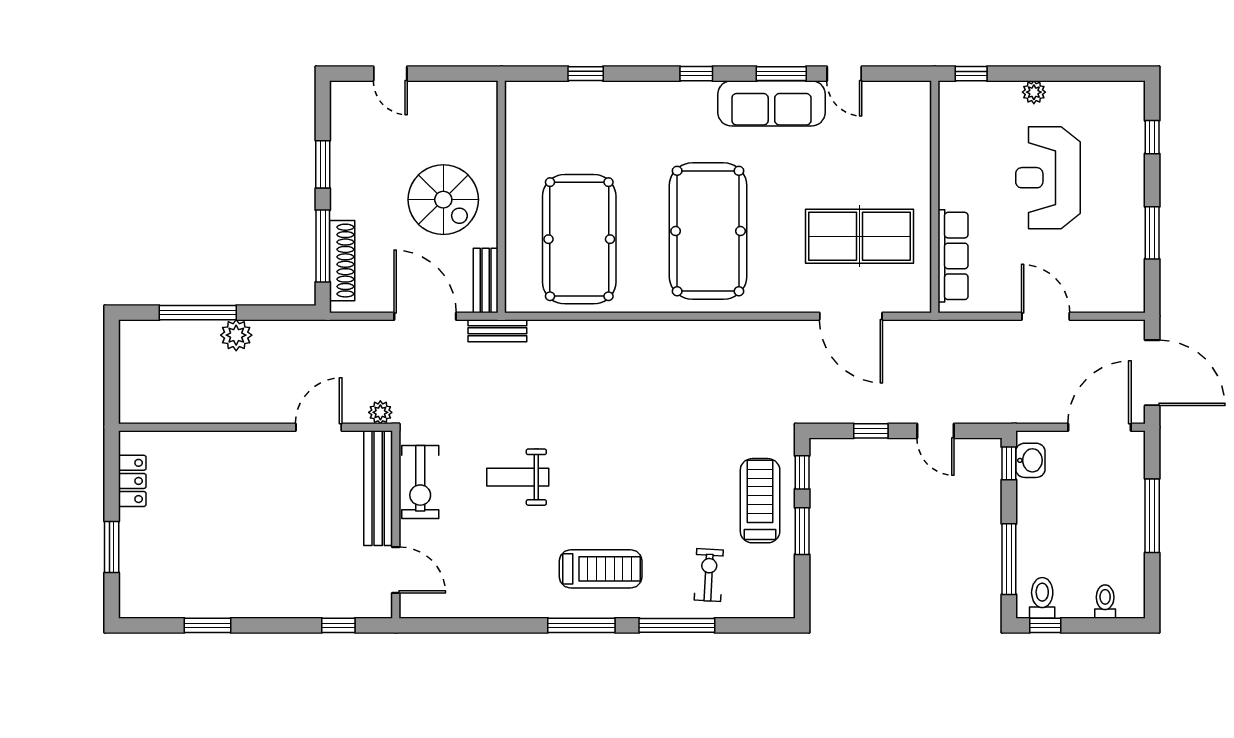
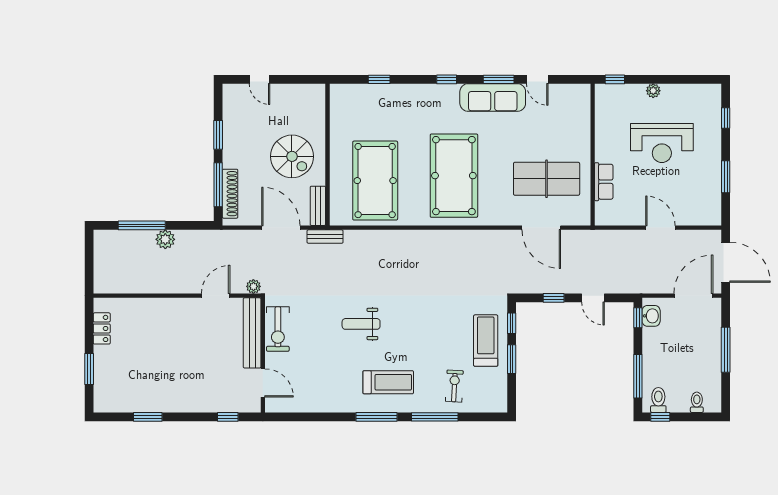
reception desk: (1048, 178) -> (662, 143), turned -90
row of seats: (953, 256) -> (604, 182), width x0.68
weight bench: (518, 477) -> (361, 324), moved

